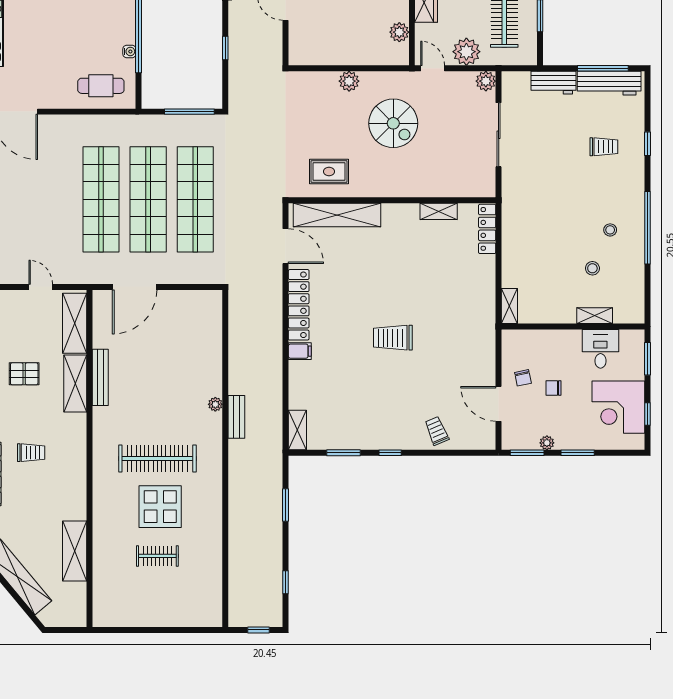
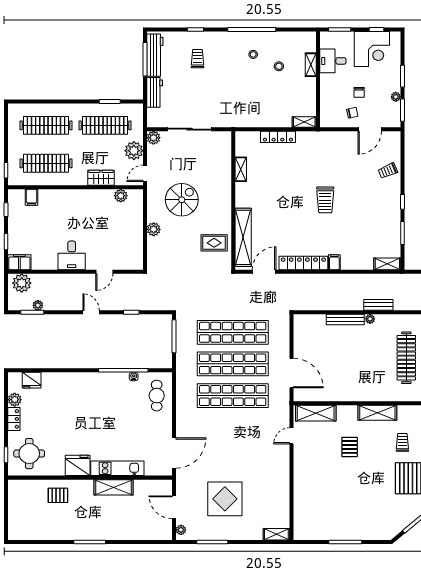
rug: (329, 172) -> (214, 243), turned 90
locker: (487, 229) -> (278, 137), moved
bench: (100, 377) -> (345, 319), moved
shelving: (75, 383) -> (377, 413), moved

